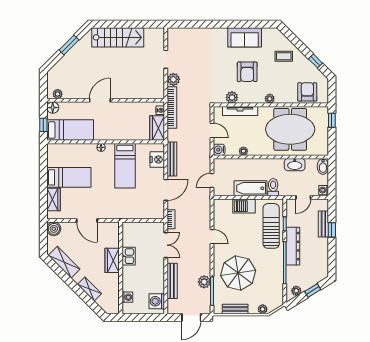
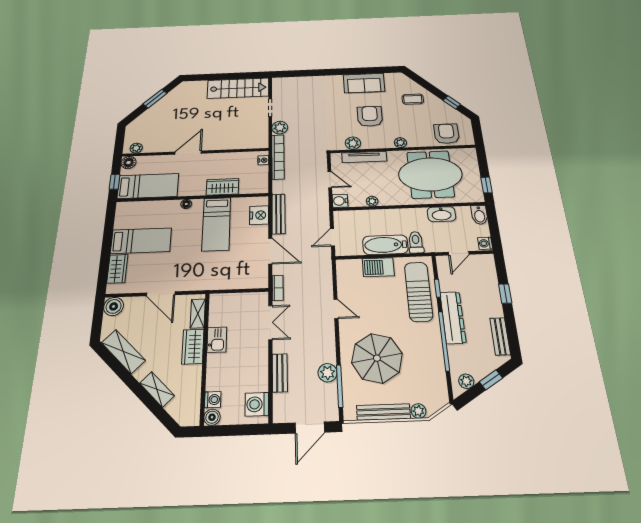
stairs: (118, 37) -> (238, 88), moved
armchair: (247, 72) -> (370, 116), turned 180
window: (332, 120) -> (486, 185), moved
wardrobe: (157, 128) -> (223, 187), moved, turned 90
door: (166, 190) -> (270, 251), hinge flipped
bench: (323, 224) -> (500, 336), moved
shelving: (114, 236) -> (198, 313), added
bench: (172, 281) -> (280, 373), width x0.73
boiler: (127, 309) -> (212, 417), added
bench: (235, 309) -> (383, 412), width x1.36

